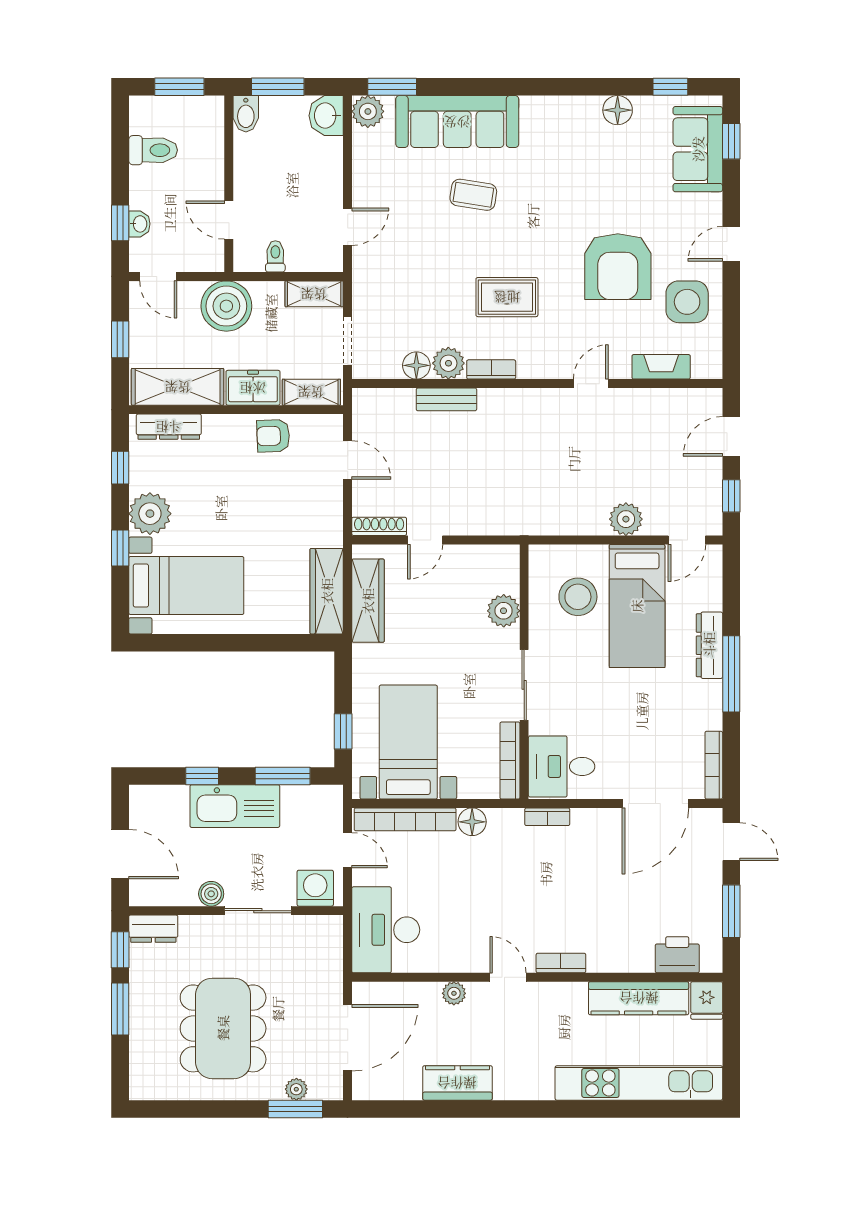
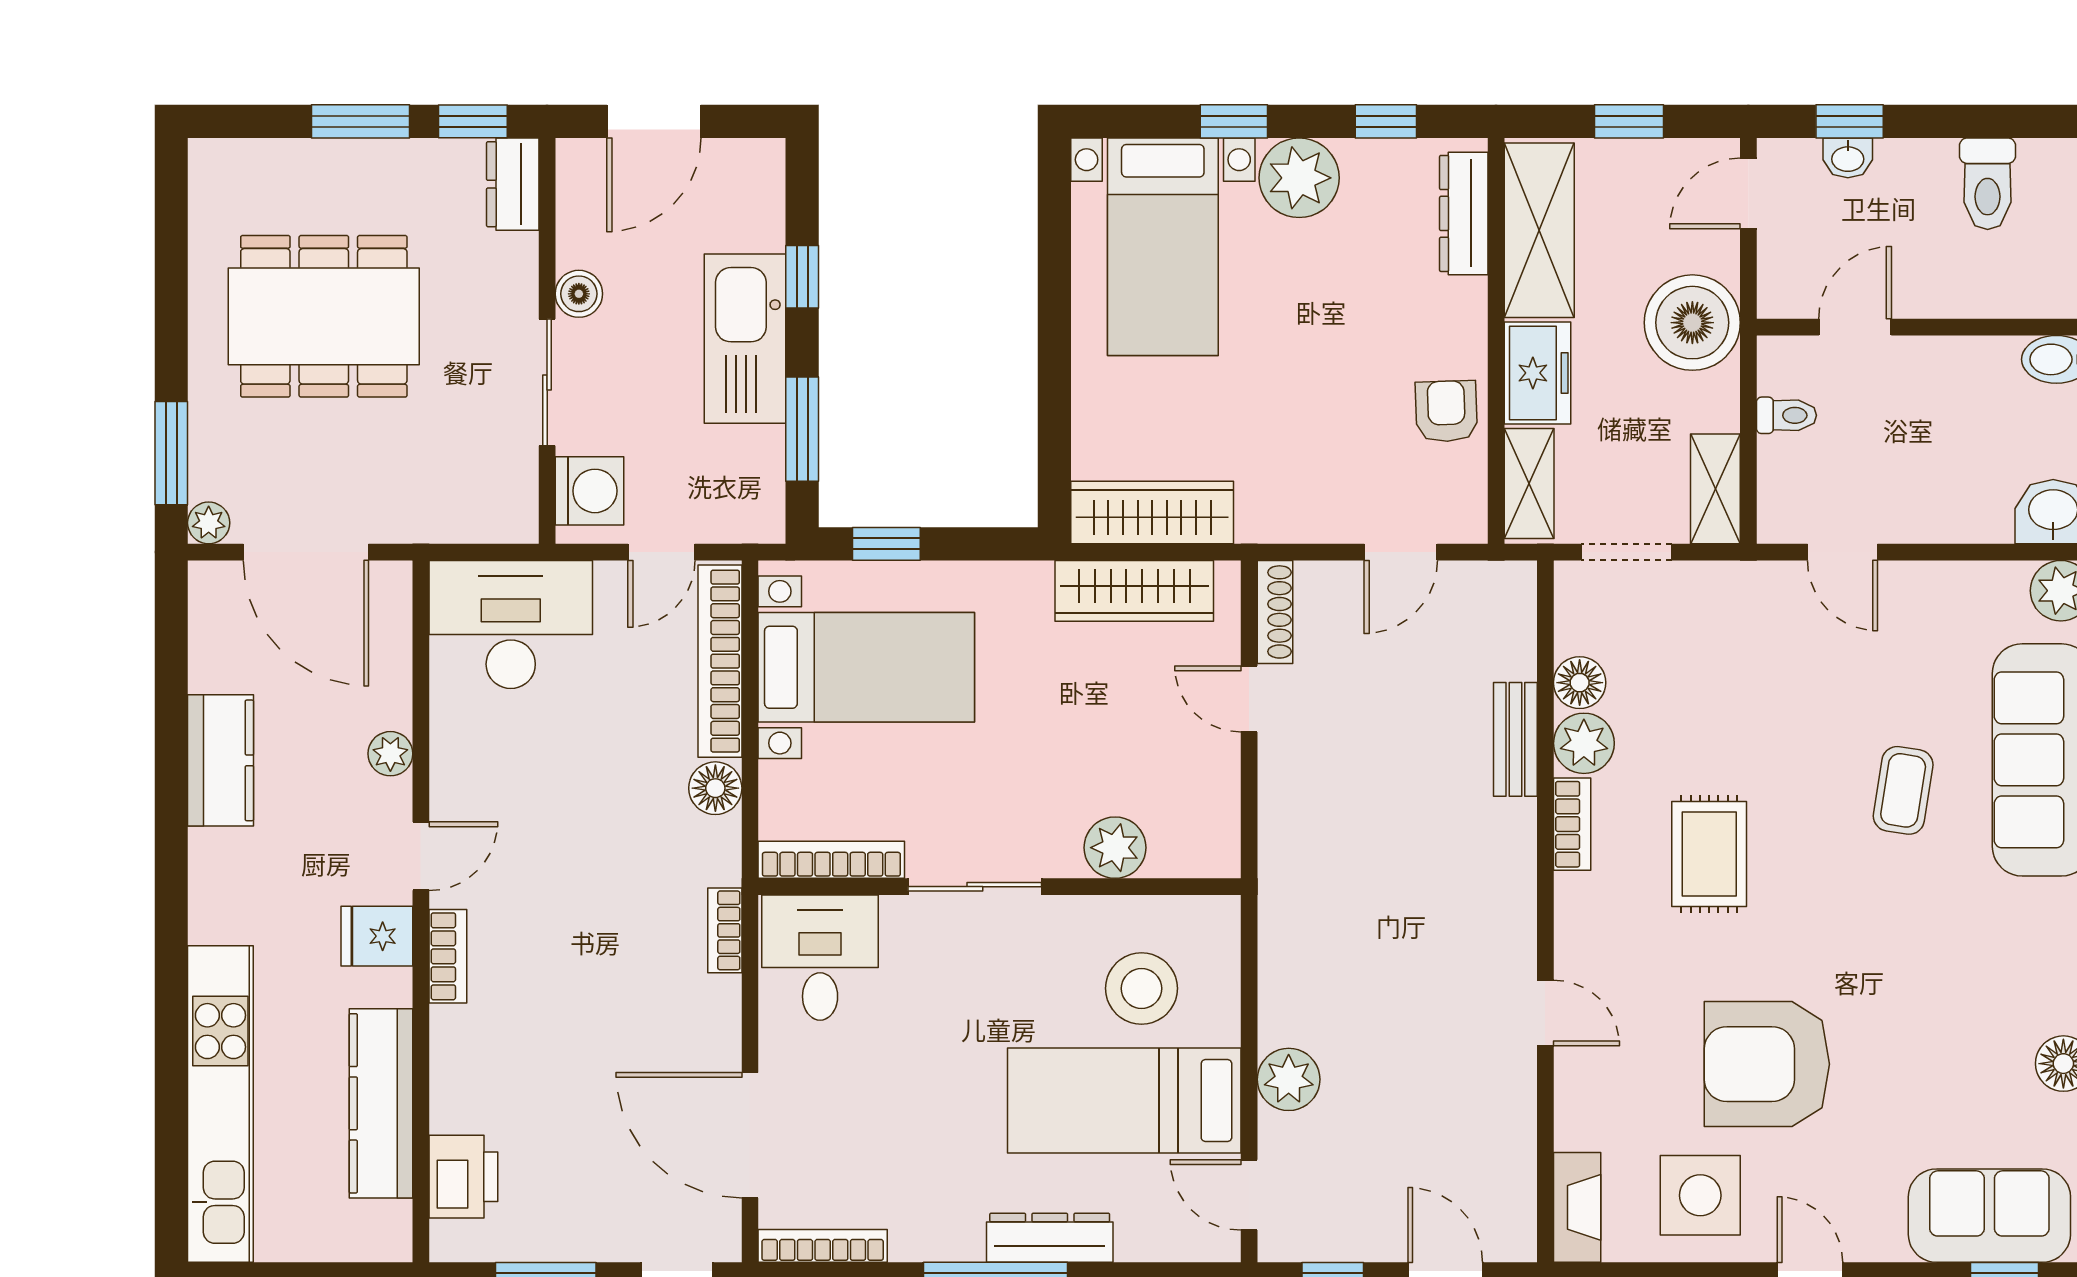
fireplace: (661, 367) -> (1577, 1207), moved
fridge: (707, 1000) -> (377, 936), moved
plant: (296, 1089) -> (209, 523), moved

